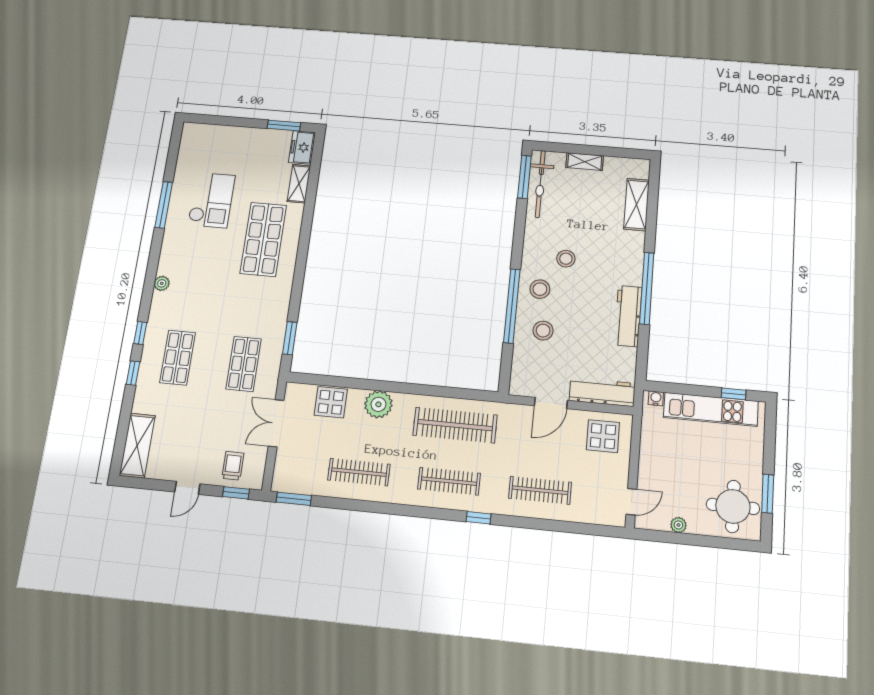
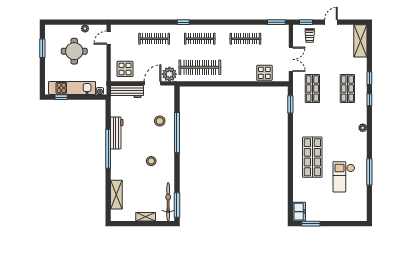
shelving: (299, 184) -> (298, 190), removed
stool: (540, 289) -> (163, 143), removed
plant: (378, 404) -> (169, 74), moved
round table: (733, 506) -> (74, 51), moved

